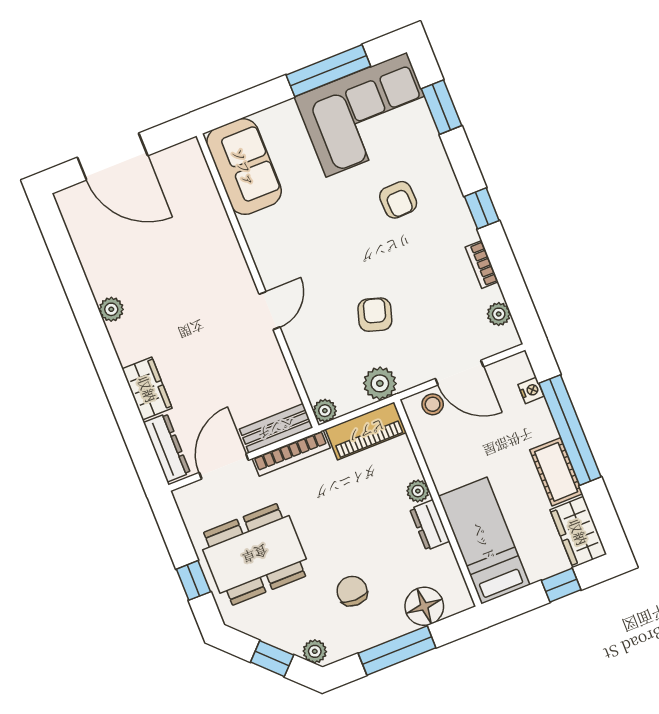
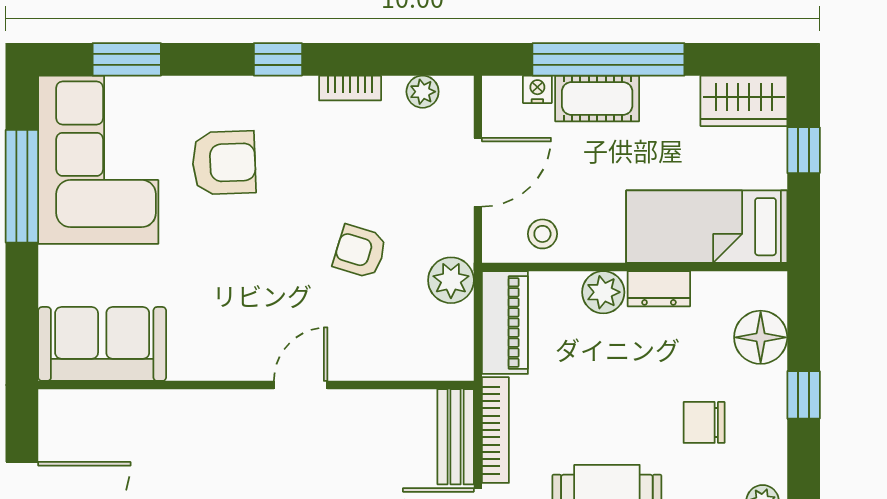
armchair: (398, 200) -> (224, 163), width x1.38, depth x1.38
door: (269, 311) -> (301, 385), hinge flipped
stool: (433, 404) -> (542, 234), moved
plant: (325, 411) -> (458, 365), removed
cot: (556, 472) -> (597, 99), moved
plant: (418, 491) -> (603, 292), width x1.38, depth x1.38
window: (397, 650) -> (804, 395), width x0.46

